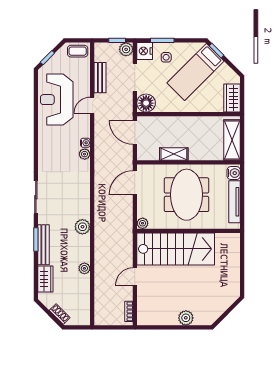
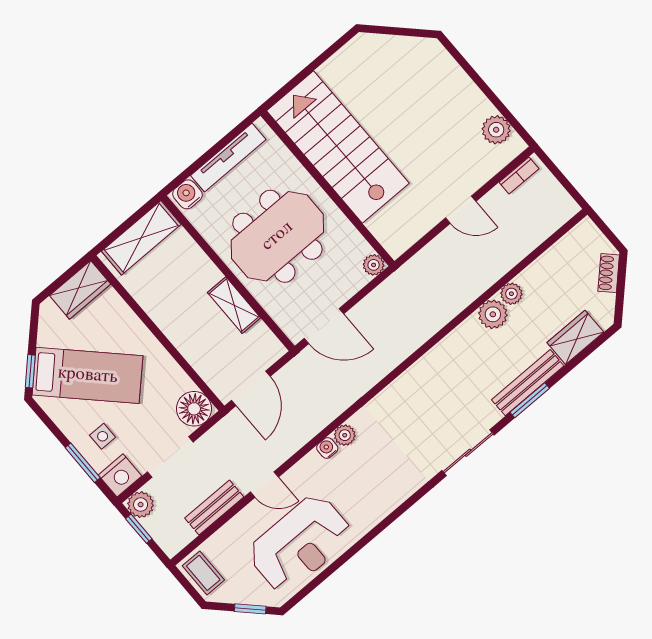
plant: (82, 227) -> (493, 314), moved
stairs: (176, 249) -> (338, 147), moved
plant: (186, 318) -> (496, 130), moved

